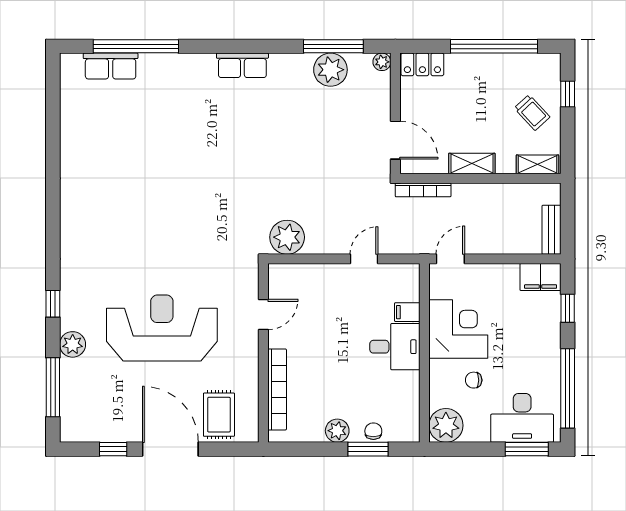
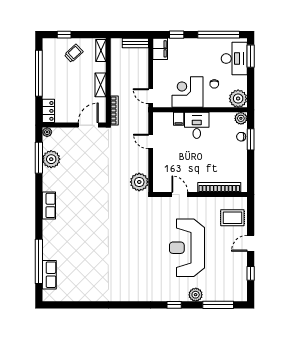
plant: (337, 431) -> (241, 118), moved
door: (170, 449) -> (251, 243), width x0.53

